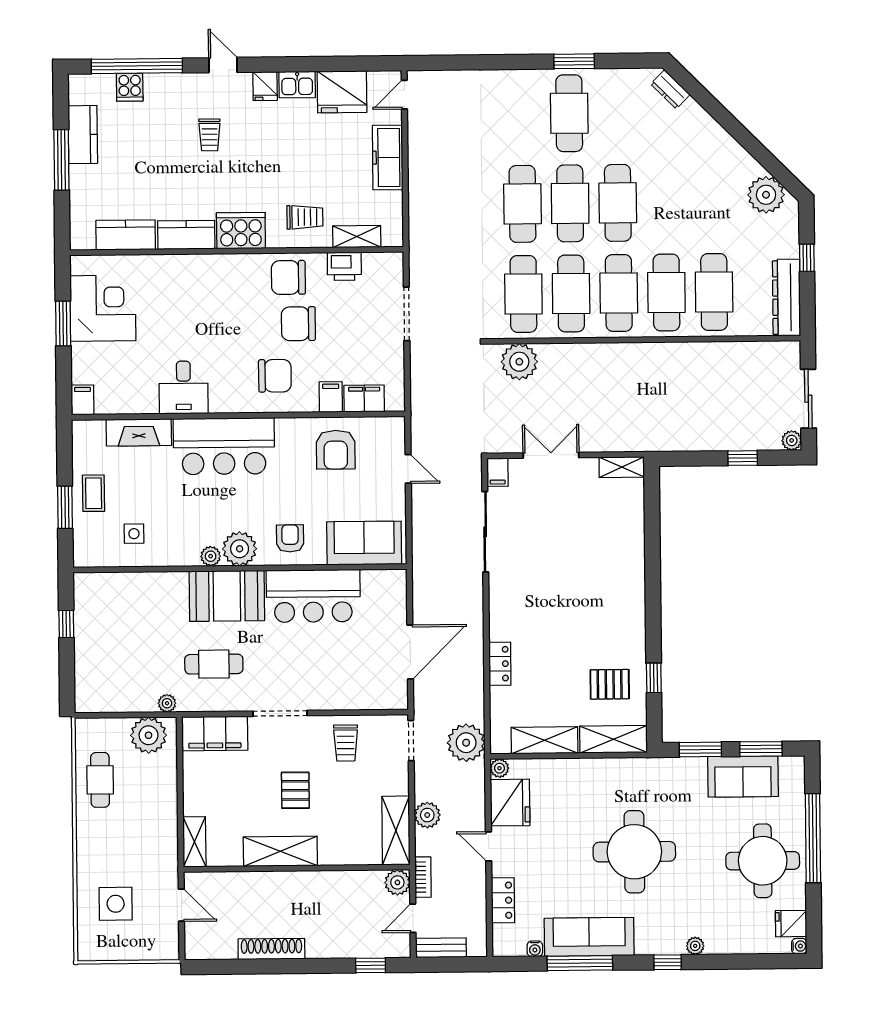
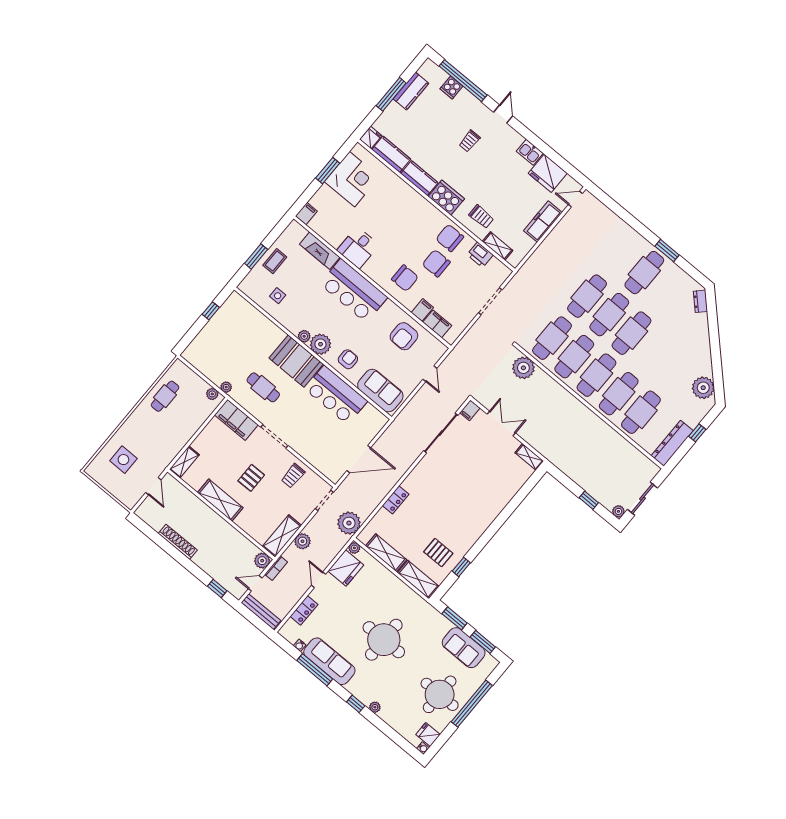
fridge: (265, 86) -> (371, 138), moved, turned 180
plant: (149, 735) -> (212, 394), width x0.53, depth x0.53
bench: (441, 948) -> (261, 612), width x1.36

